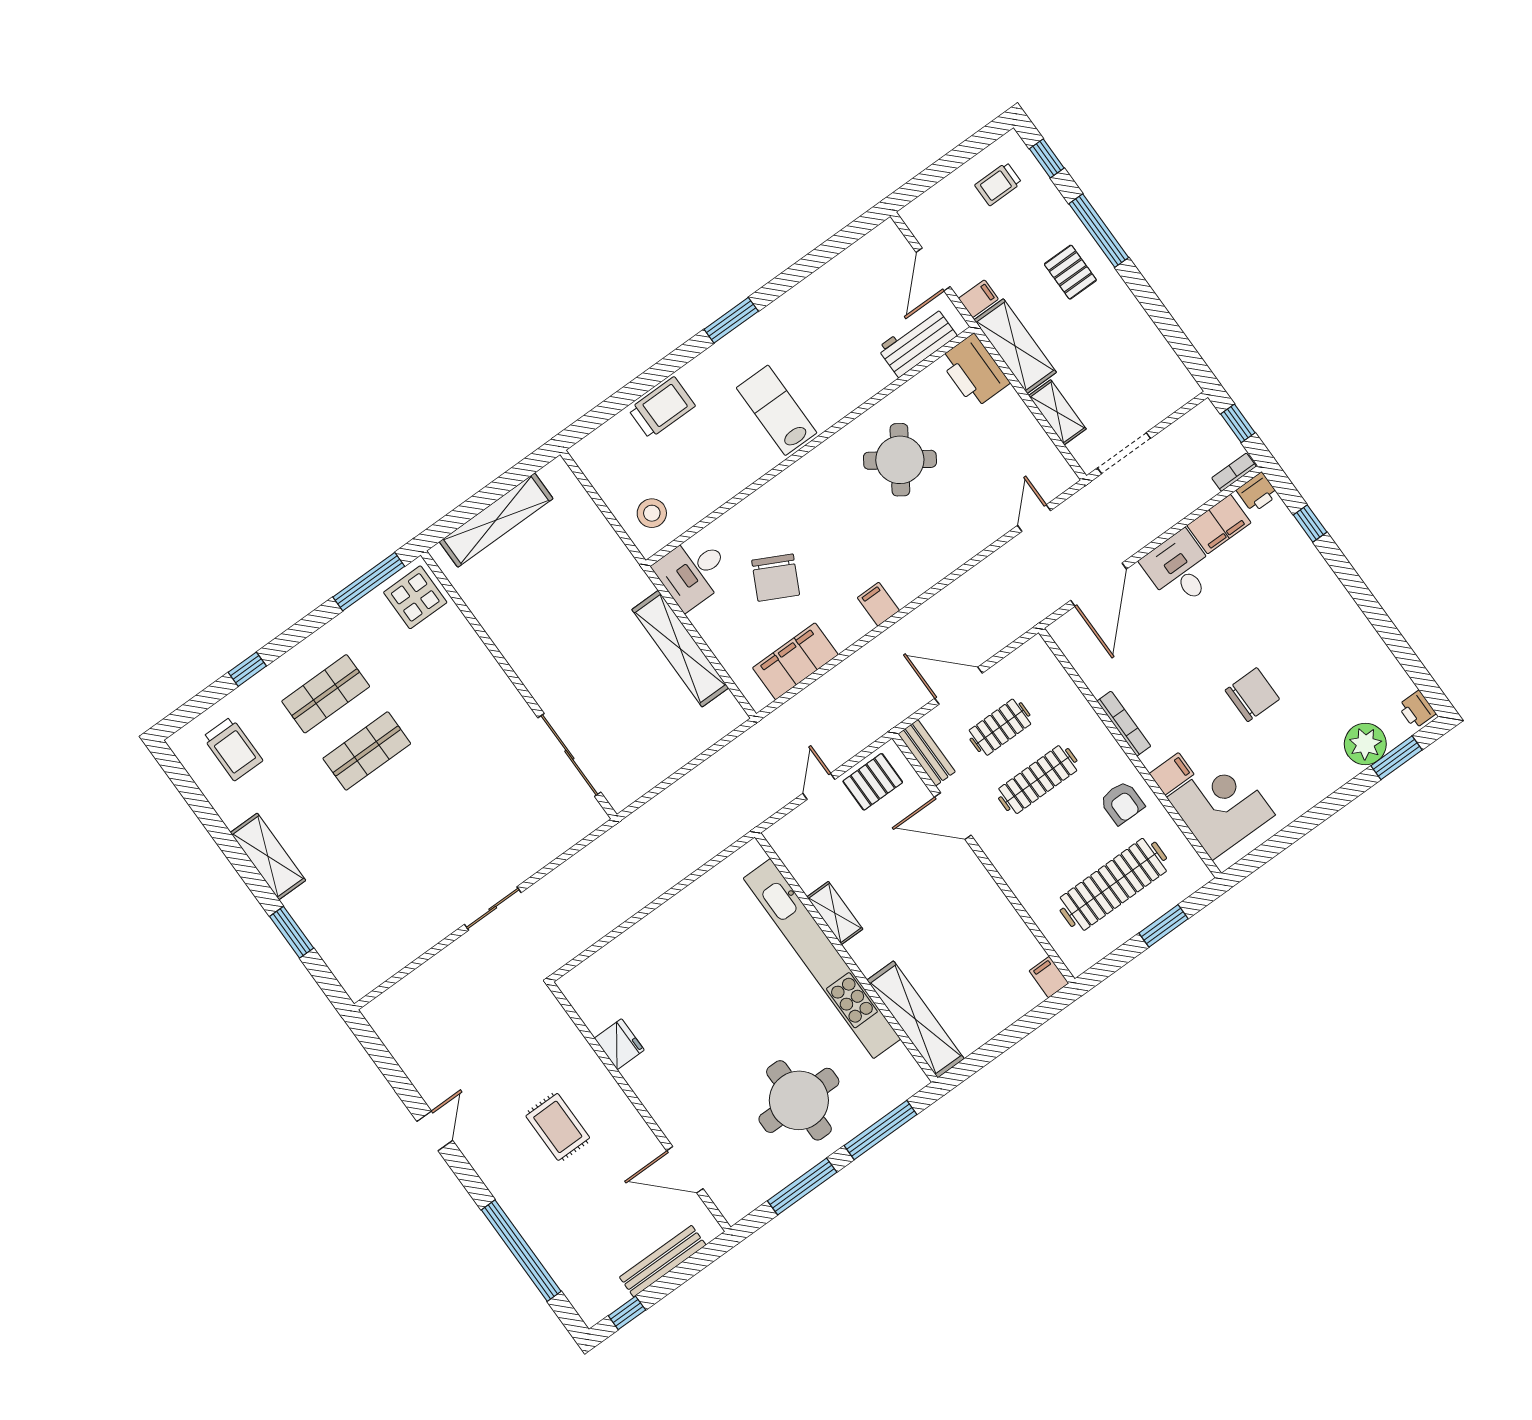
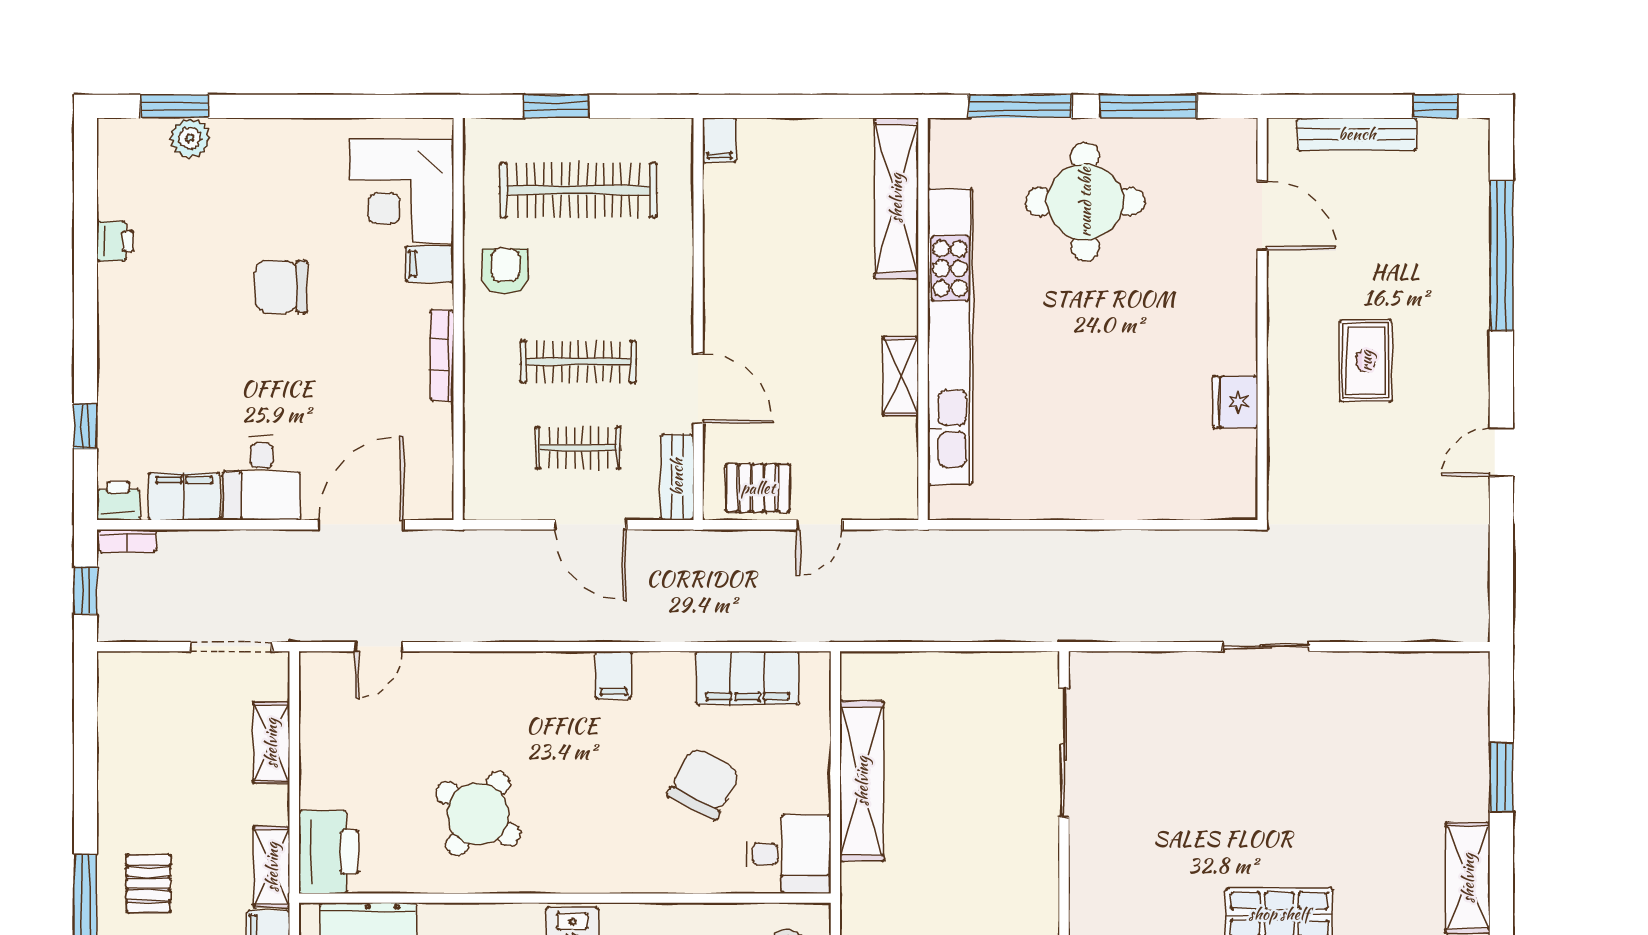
shelving: (1015, 346) -> (272, 867), width x0.67, depth x0.75
printer: (1417, 710) -> (115, 241), moved
plant: (1365, 744) -> (190, 138), width x0.73, depth x0.73

